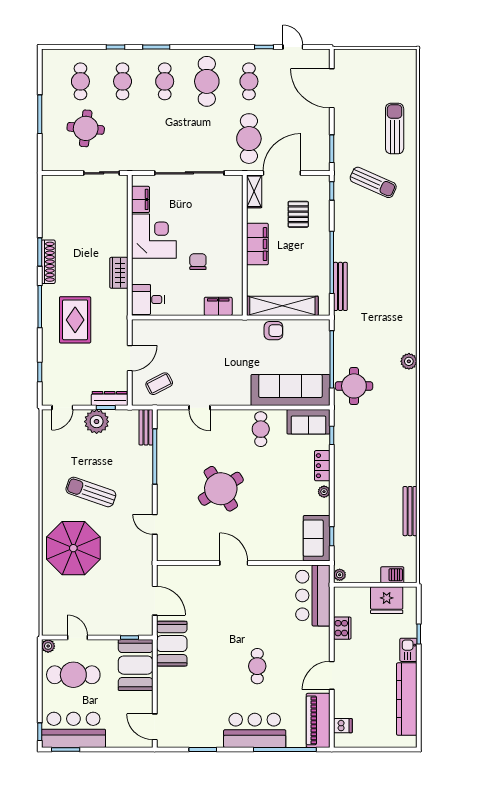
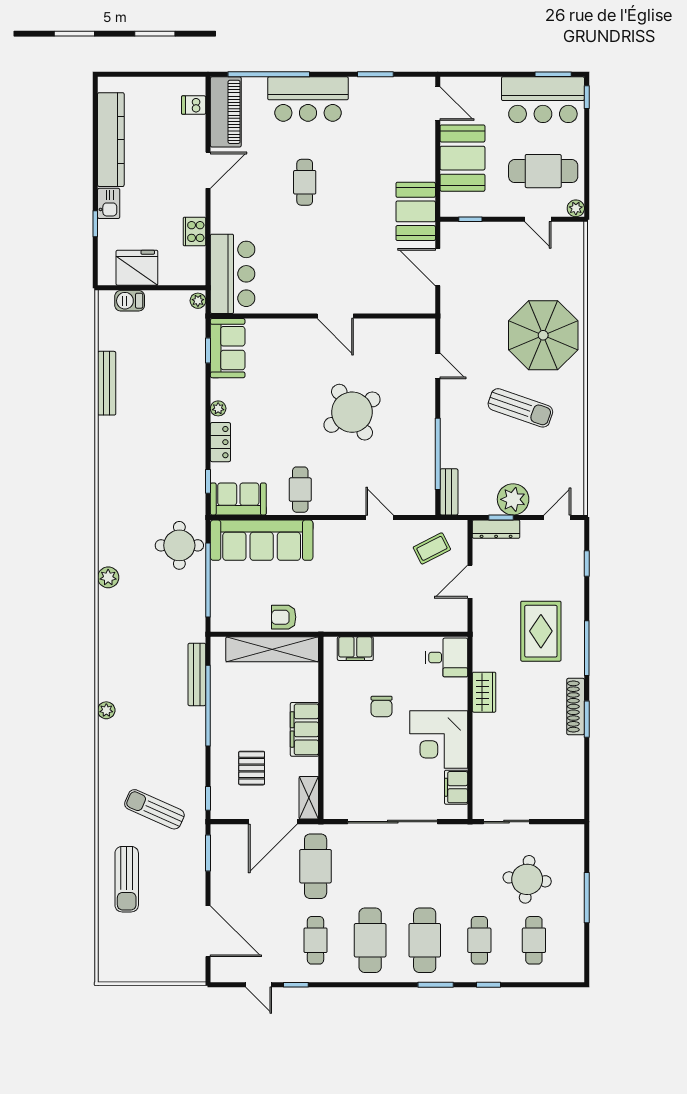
cafe table: (165, 81) -> (425, 940), width x1.37, depth x1.35
plant: (410, 259) -> (106, 710), added
booth: (136, 665) -> (462, 158), moved

